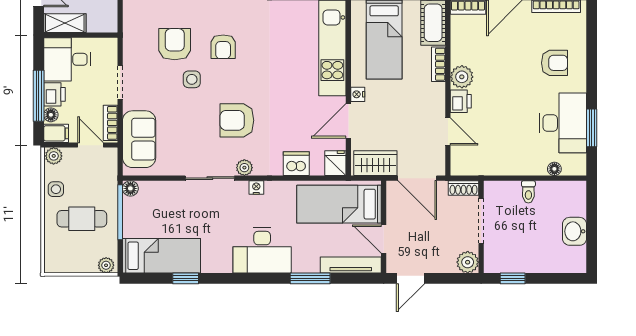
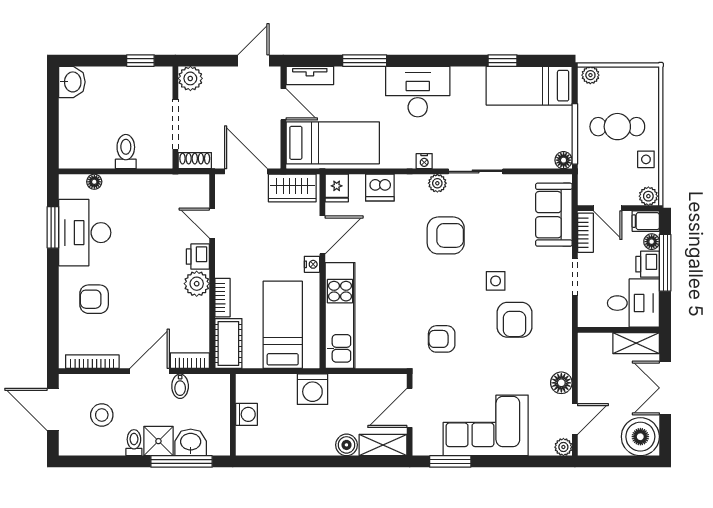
armchair: (223, 47) -> (442, 339), moved, turned -90
toilet: (528, 192) -> (126, 152), width x1.37, depth x1.39
washbasin: (575, 231) -> (72, 82), moved
tv unit: (351, 265) -> (310, 75), width x0.71

